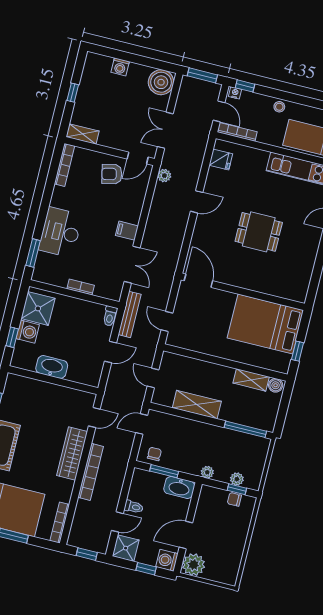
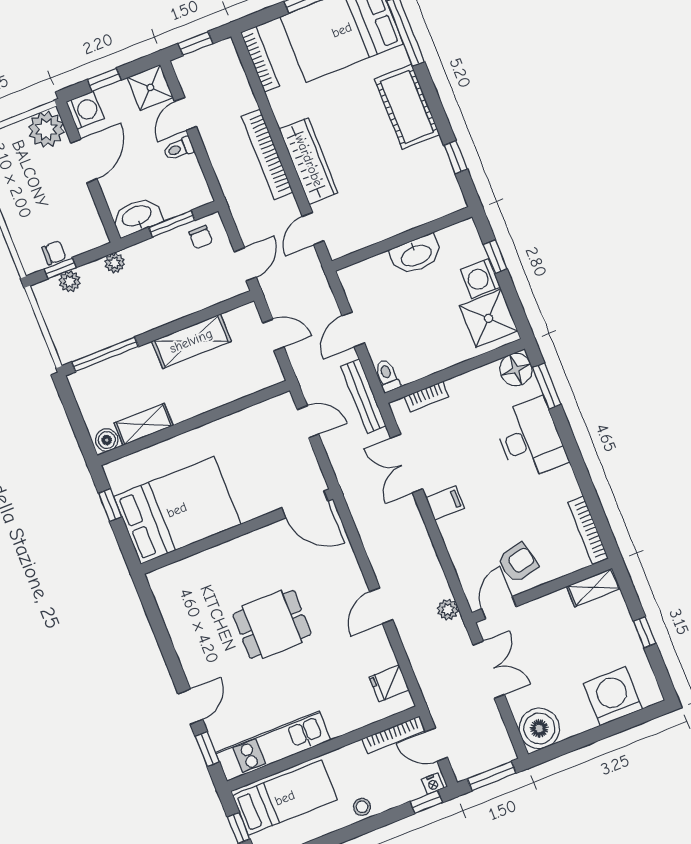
washing machine: (120, 67) -> (613, 696), width x1.89, depth x1.89
floor lamp: (43, 273) -> (516, 369), added
bookcase: (81, 287) -> (426, 397), moved

